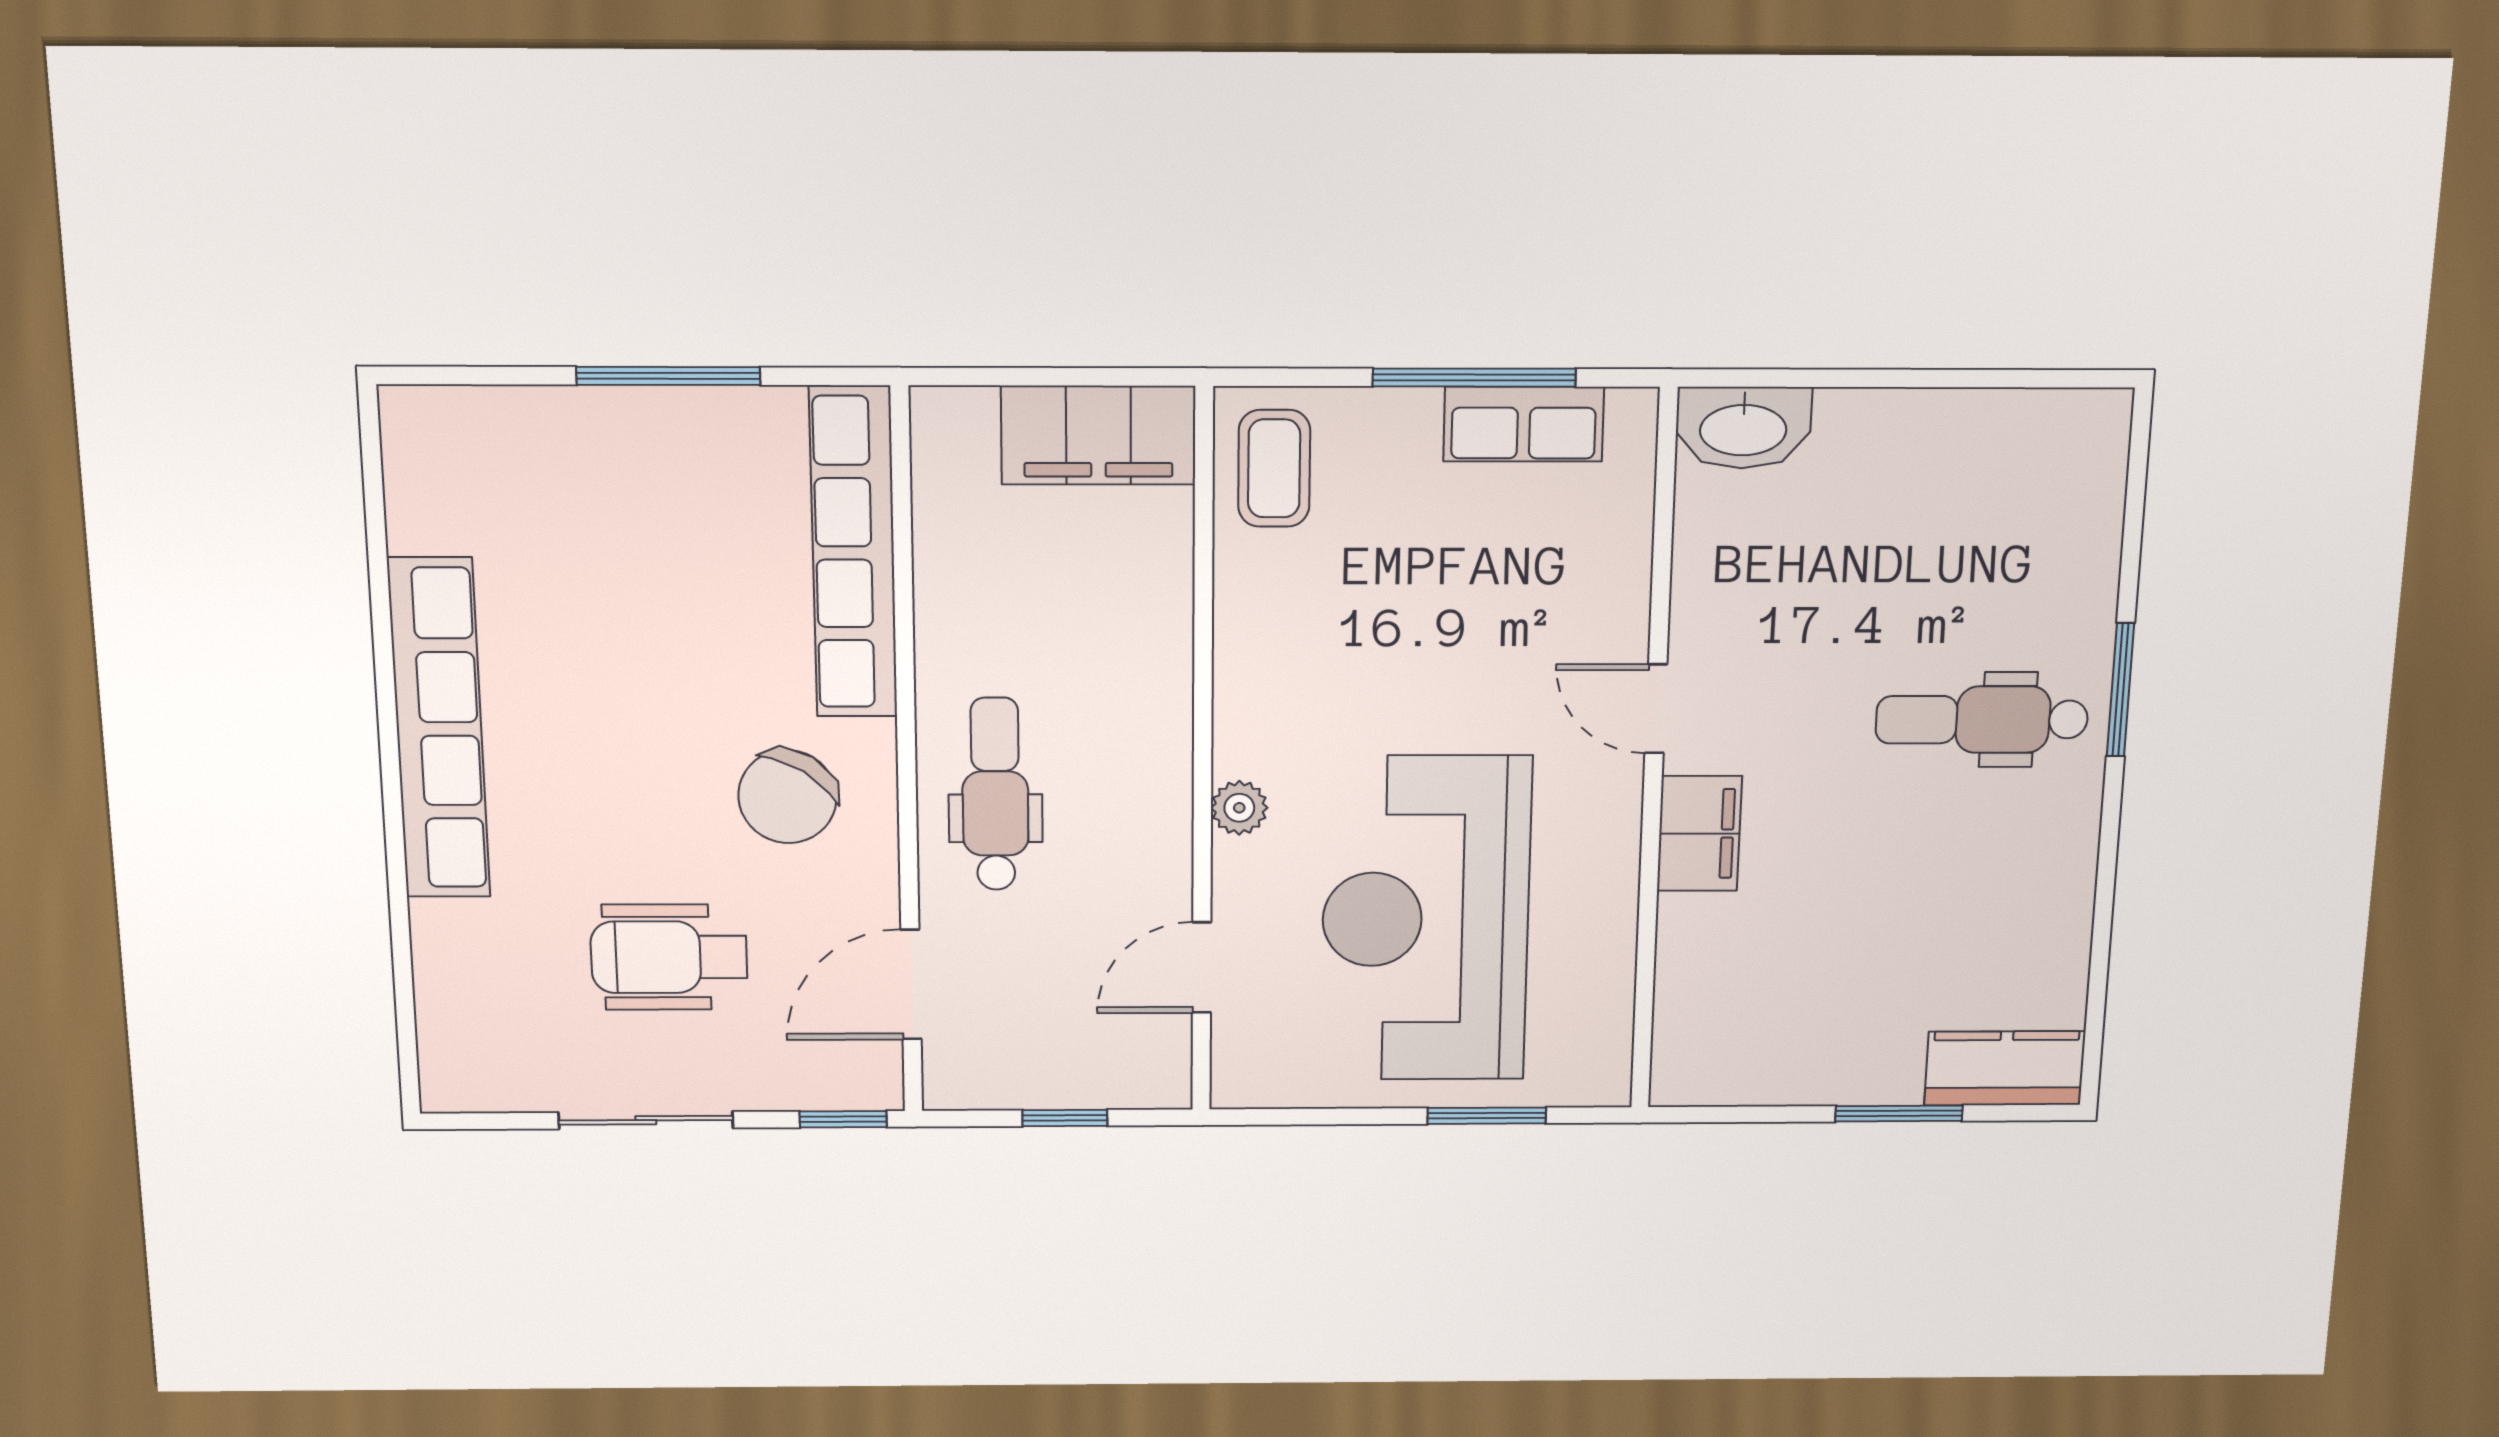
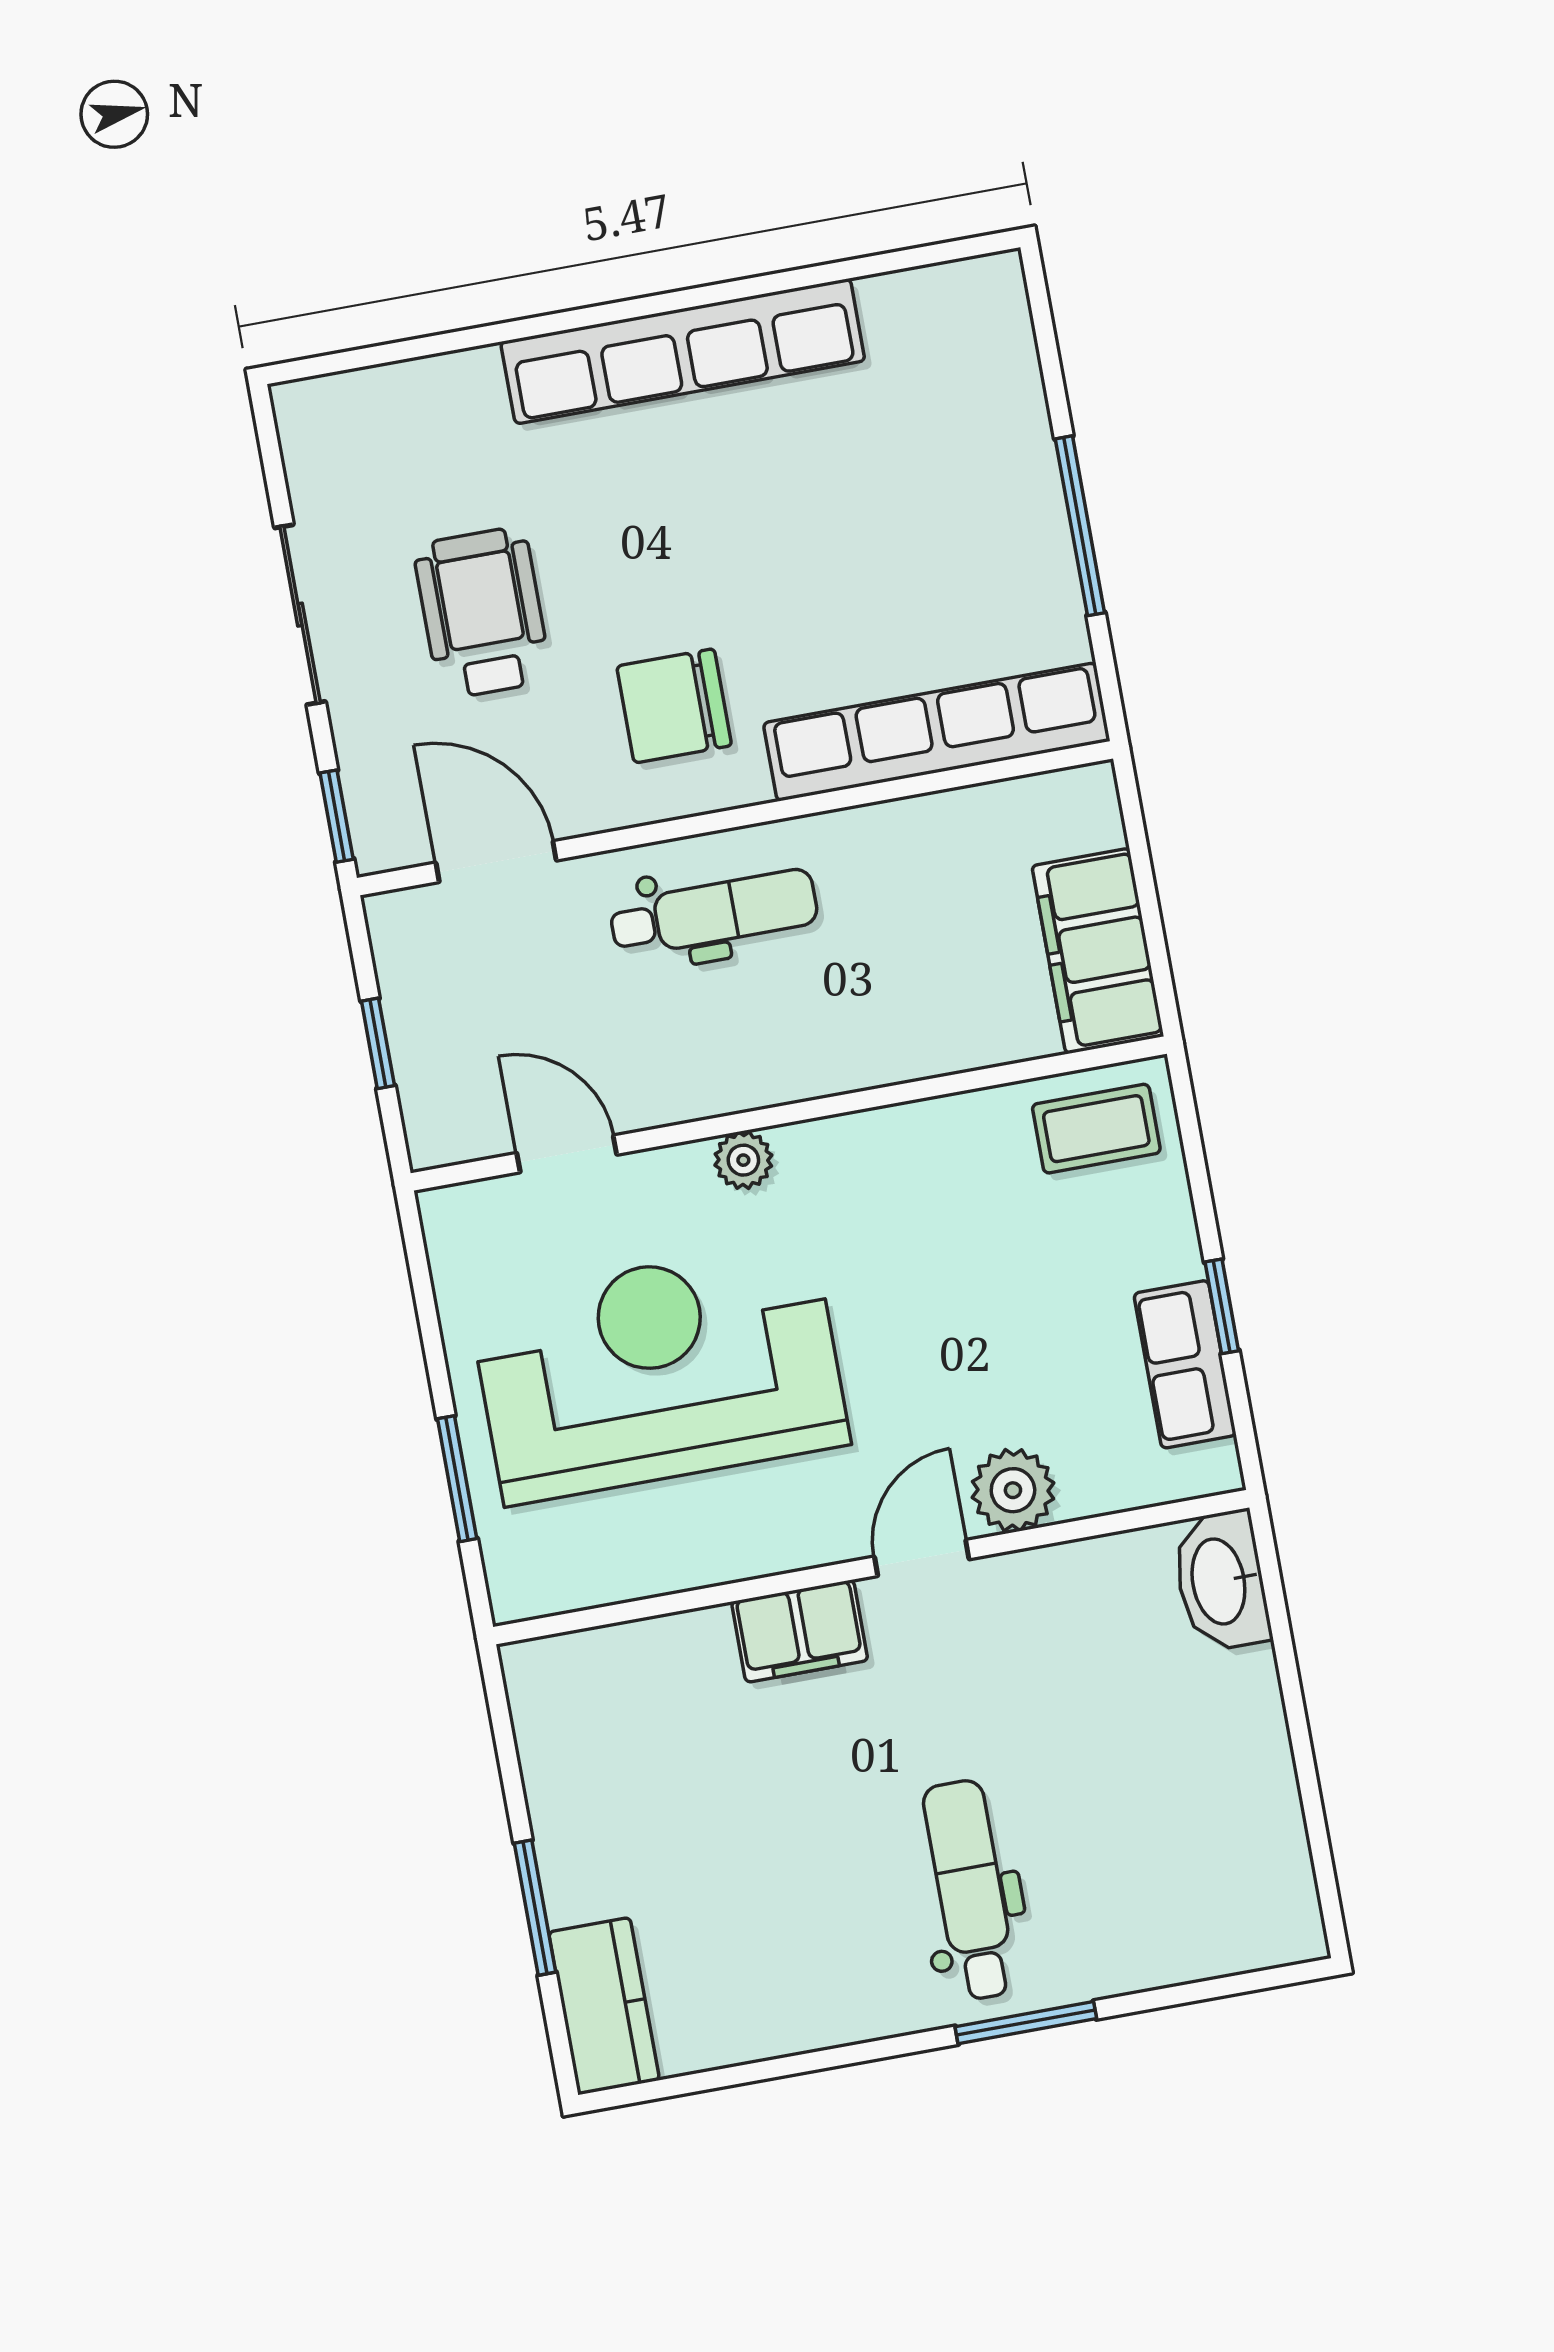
window: (1474, 378) -> (1222, 1306), width x0.46
plant: (1610, 612) -> (1013, 1490), added
chair: (787, 797) -> (674, 706), turned -33

